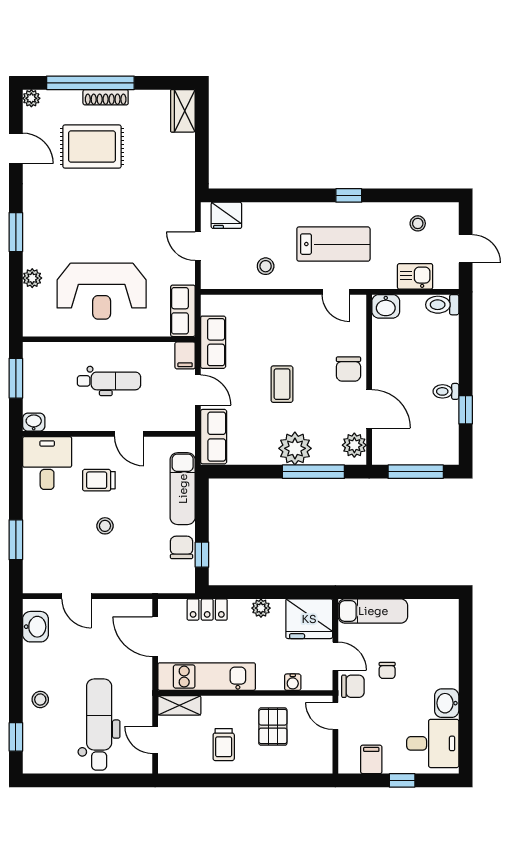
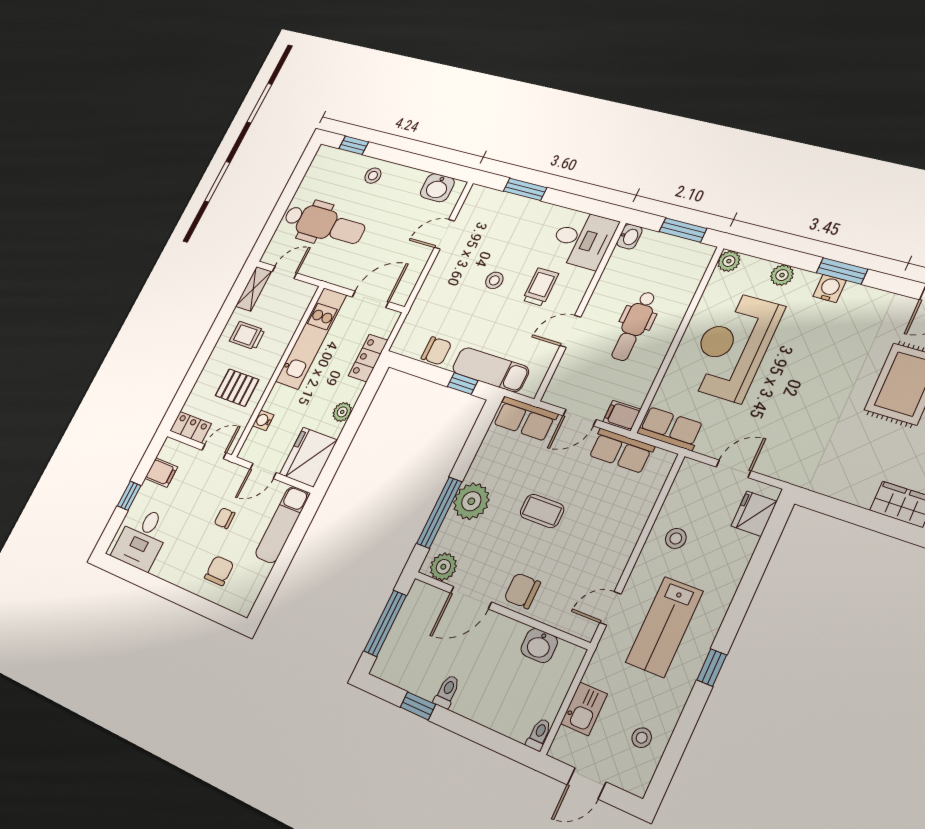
water cooler: (33, 236) -> (830, 288), added
toilet: (442, 305) -> (539, 734), width x0.73, depth x0.72
washbasin: (386, 306) -> (539, 645), moved, turned -90
plant: (32, 327) -> (729, 261), added
window: (202, 555) -> (463, 384), moved
chair: (353, 686) -> (219, 571), moved, turned 180
washbasin: (447, 703) -> (167, 567), removed
shelving: (179, 705) -> (253, 289), moved
locker: (322, 754) -> (191, 427), added

